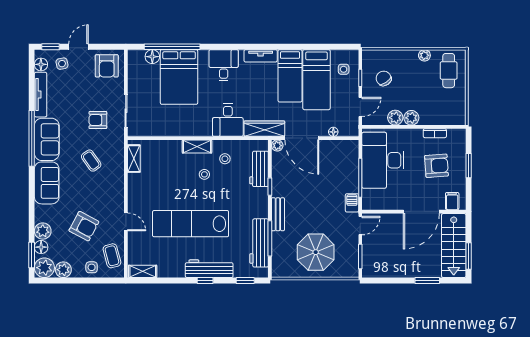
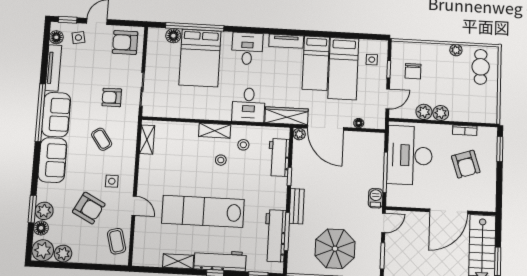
armchair: (107, 66) -> (125, 42), turned 90
chair: (384, 78) -> (413, 71), turned -145
armchair: (436, 166) -> (466, 164), turned 76
window: (469, 166) -> (500, 149), moved
filing cabinet: (452, 201) -> (481, 202), removed
window: (32, 255) -> (32, 209), moved
side table: (92, 267) -> (112, 181), moved
shelving: (143, 271) -> (178, 261), moved

